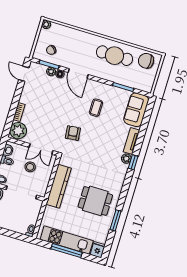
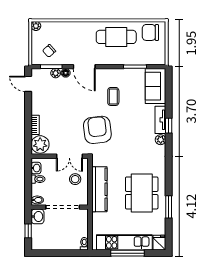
armchair: (73, 133) -> (97, 130), width x1.88, depth x1.88
window: (133, 162) -> (169, 126), moved
stool: (30, 167) -> (75, 179), moved
dining table: (95, 201) -> (142, 193), width x1.38

